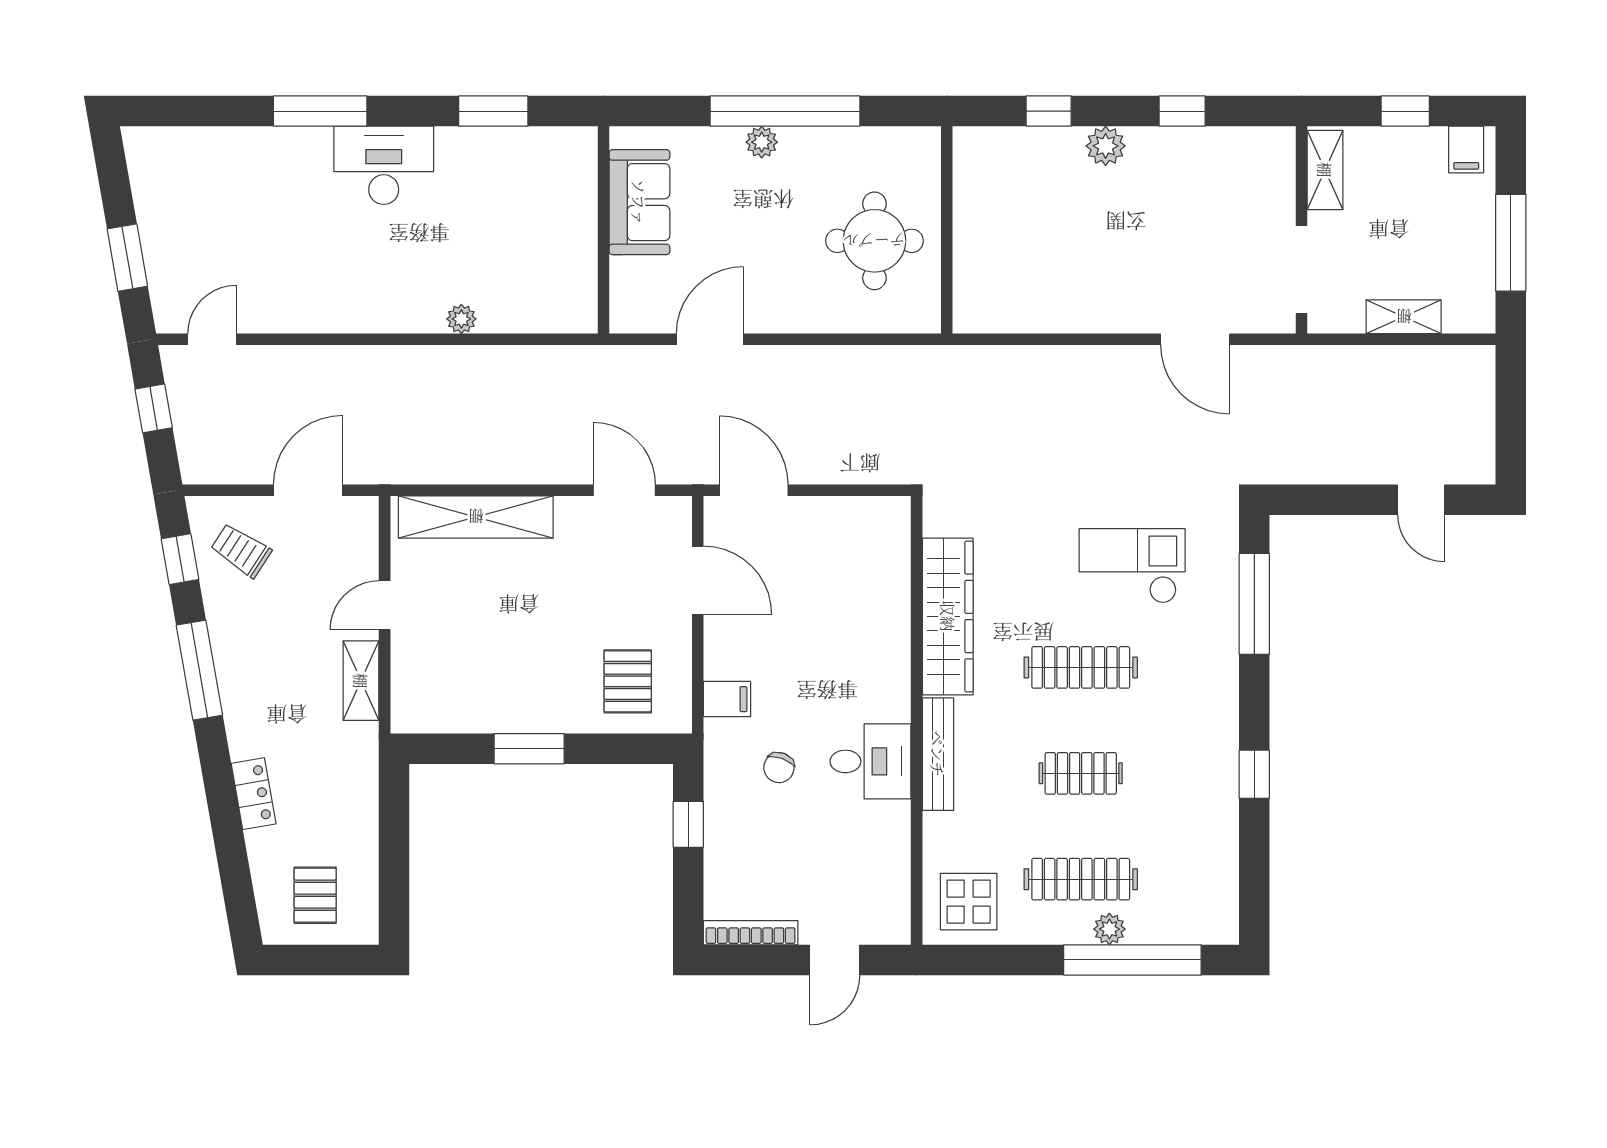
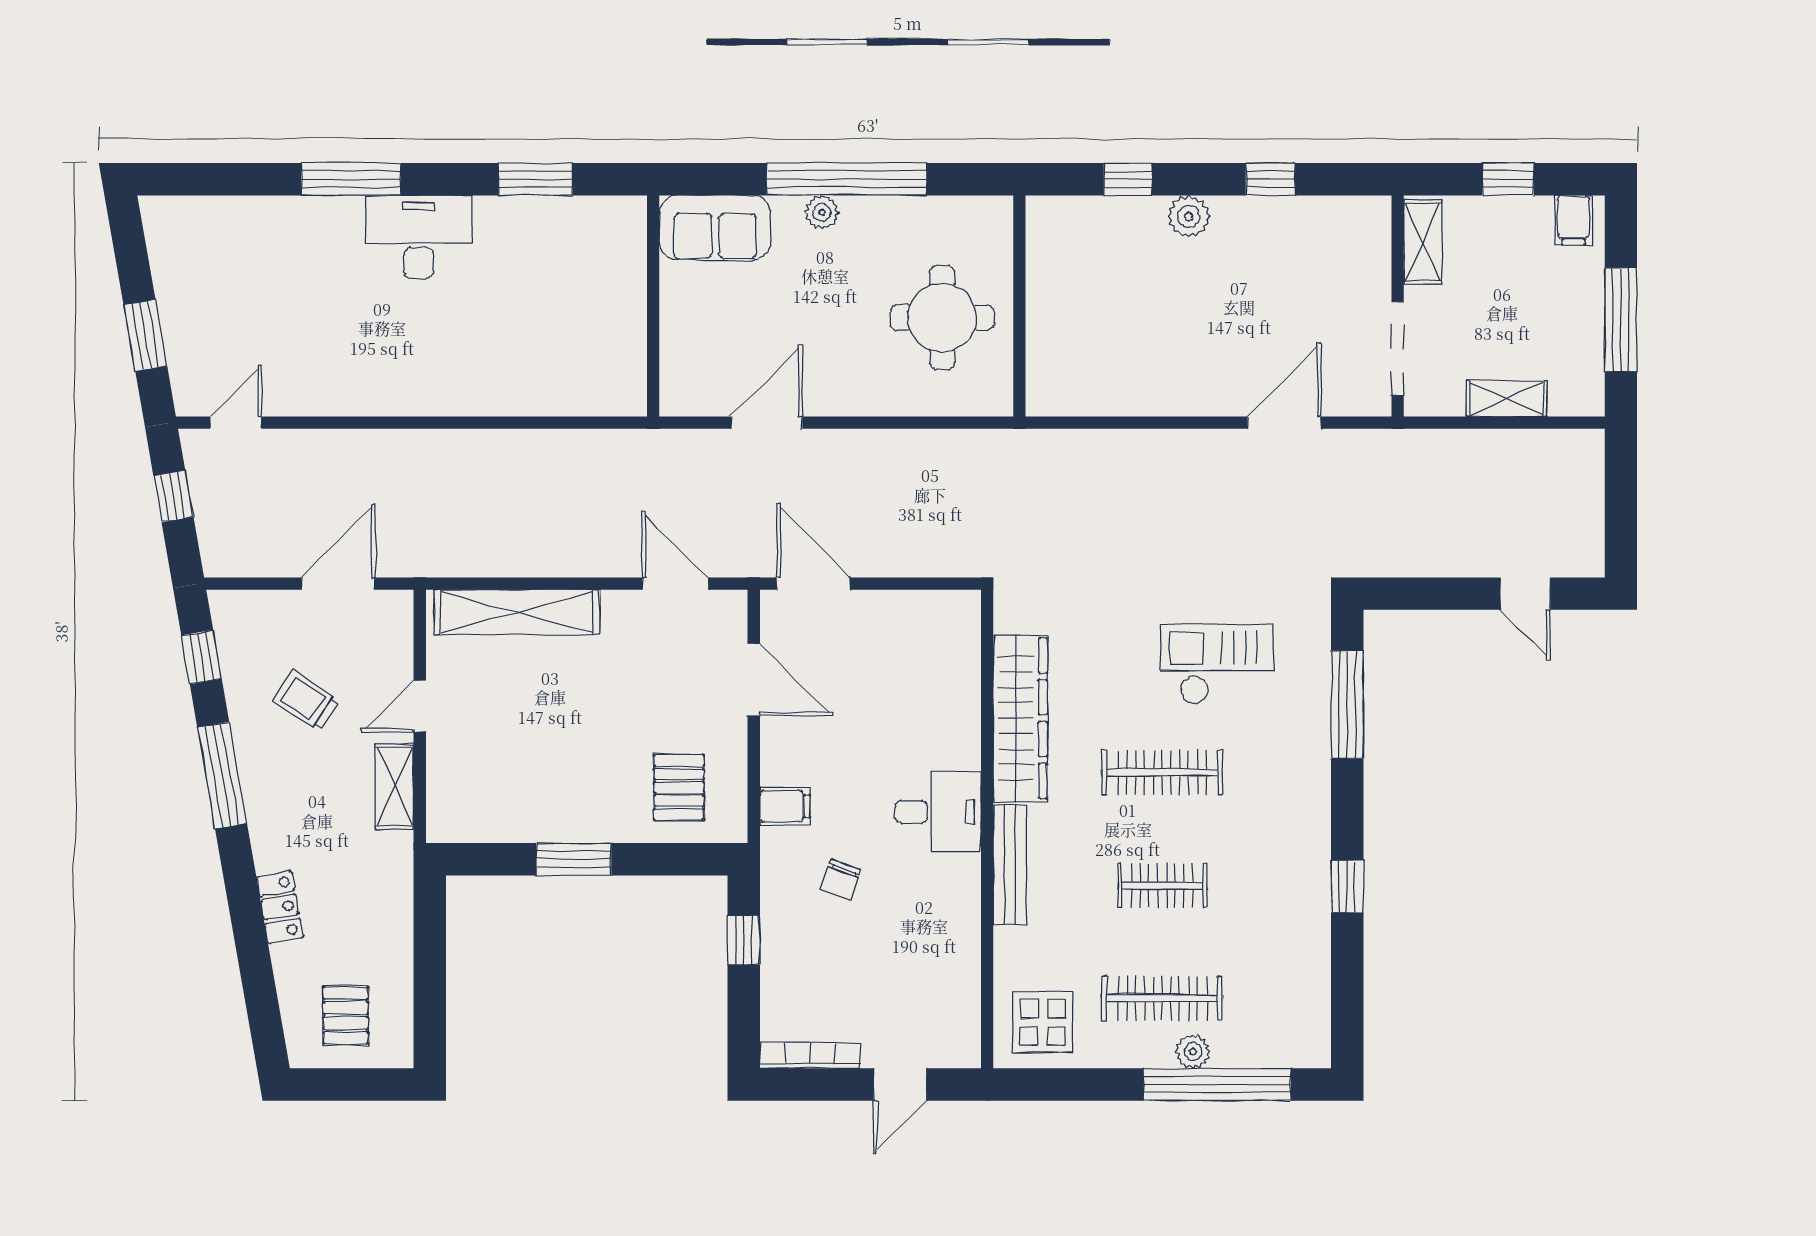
sofa: (639, 202) -> (715, 228), moved, turned 90
plant: (461, 319) -> (502, 401), removed
door: (1195, 339) -> (1284, 423), swing flipped
trolley: (241, 550) -> (306, 701), moved
desk: (870, 761) -> (938, 812), moved

